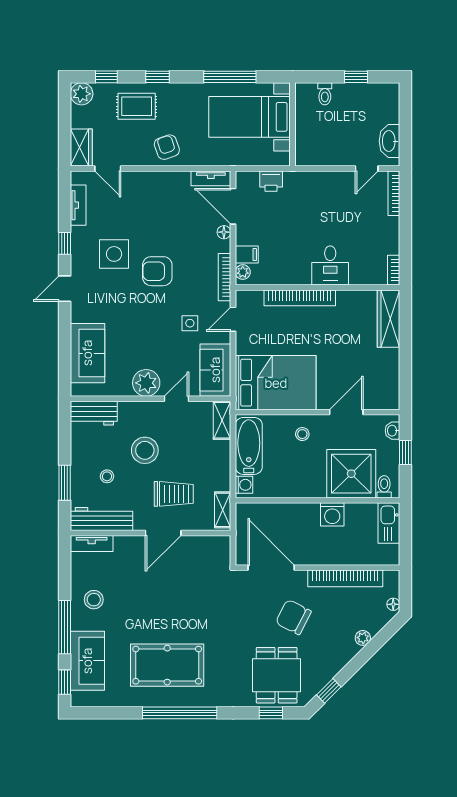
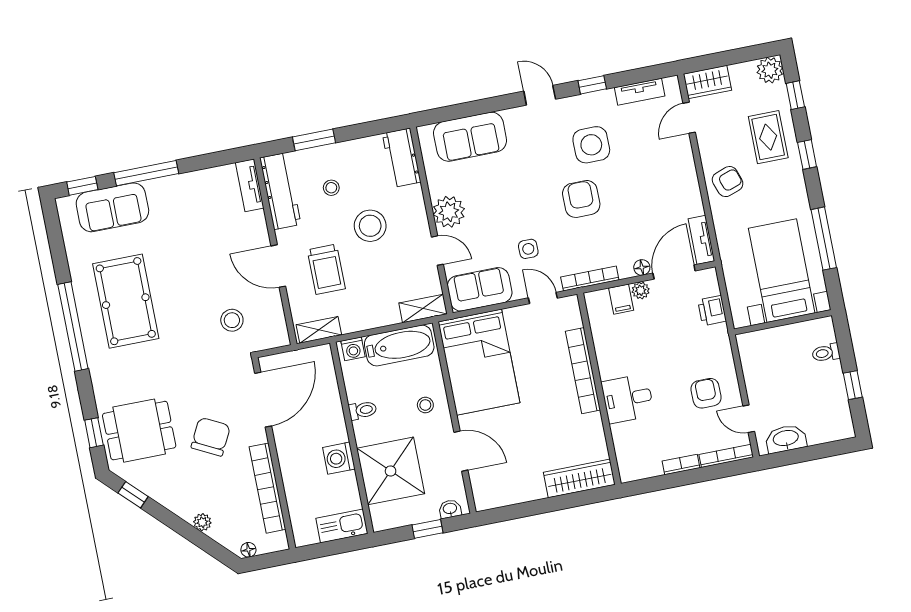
armchair: (339, 200) -> (706, 393), added
bookcase: (394, 270) -> (681, 464), moved
plant: (243, 272) -> (641, 290), moved
toilet: (384, 487) -> (363, 410), moved
stool: (94, 600) -> (232, 320), moved

